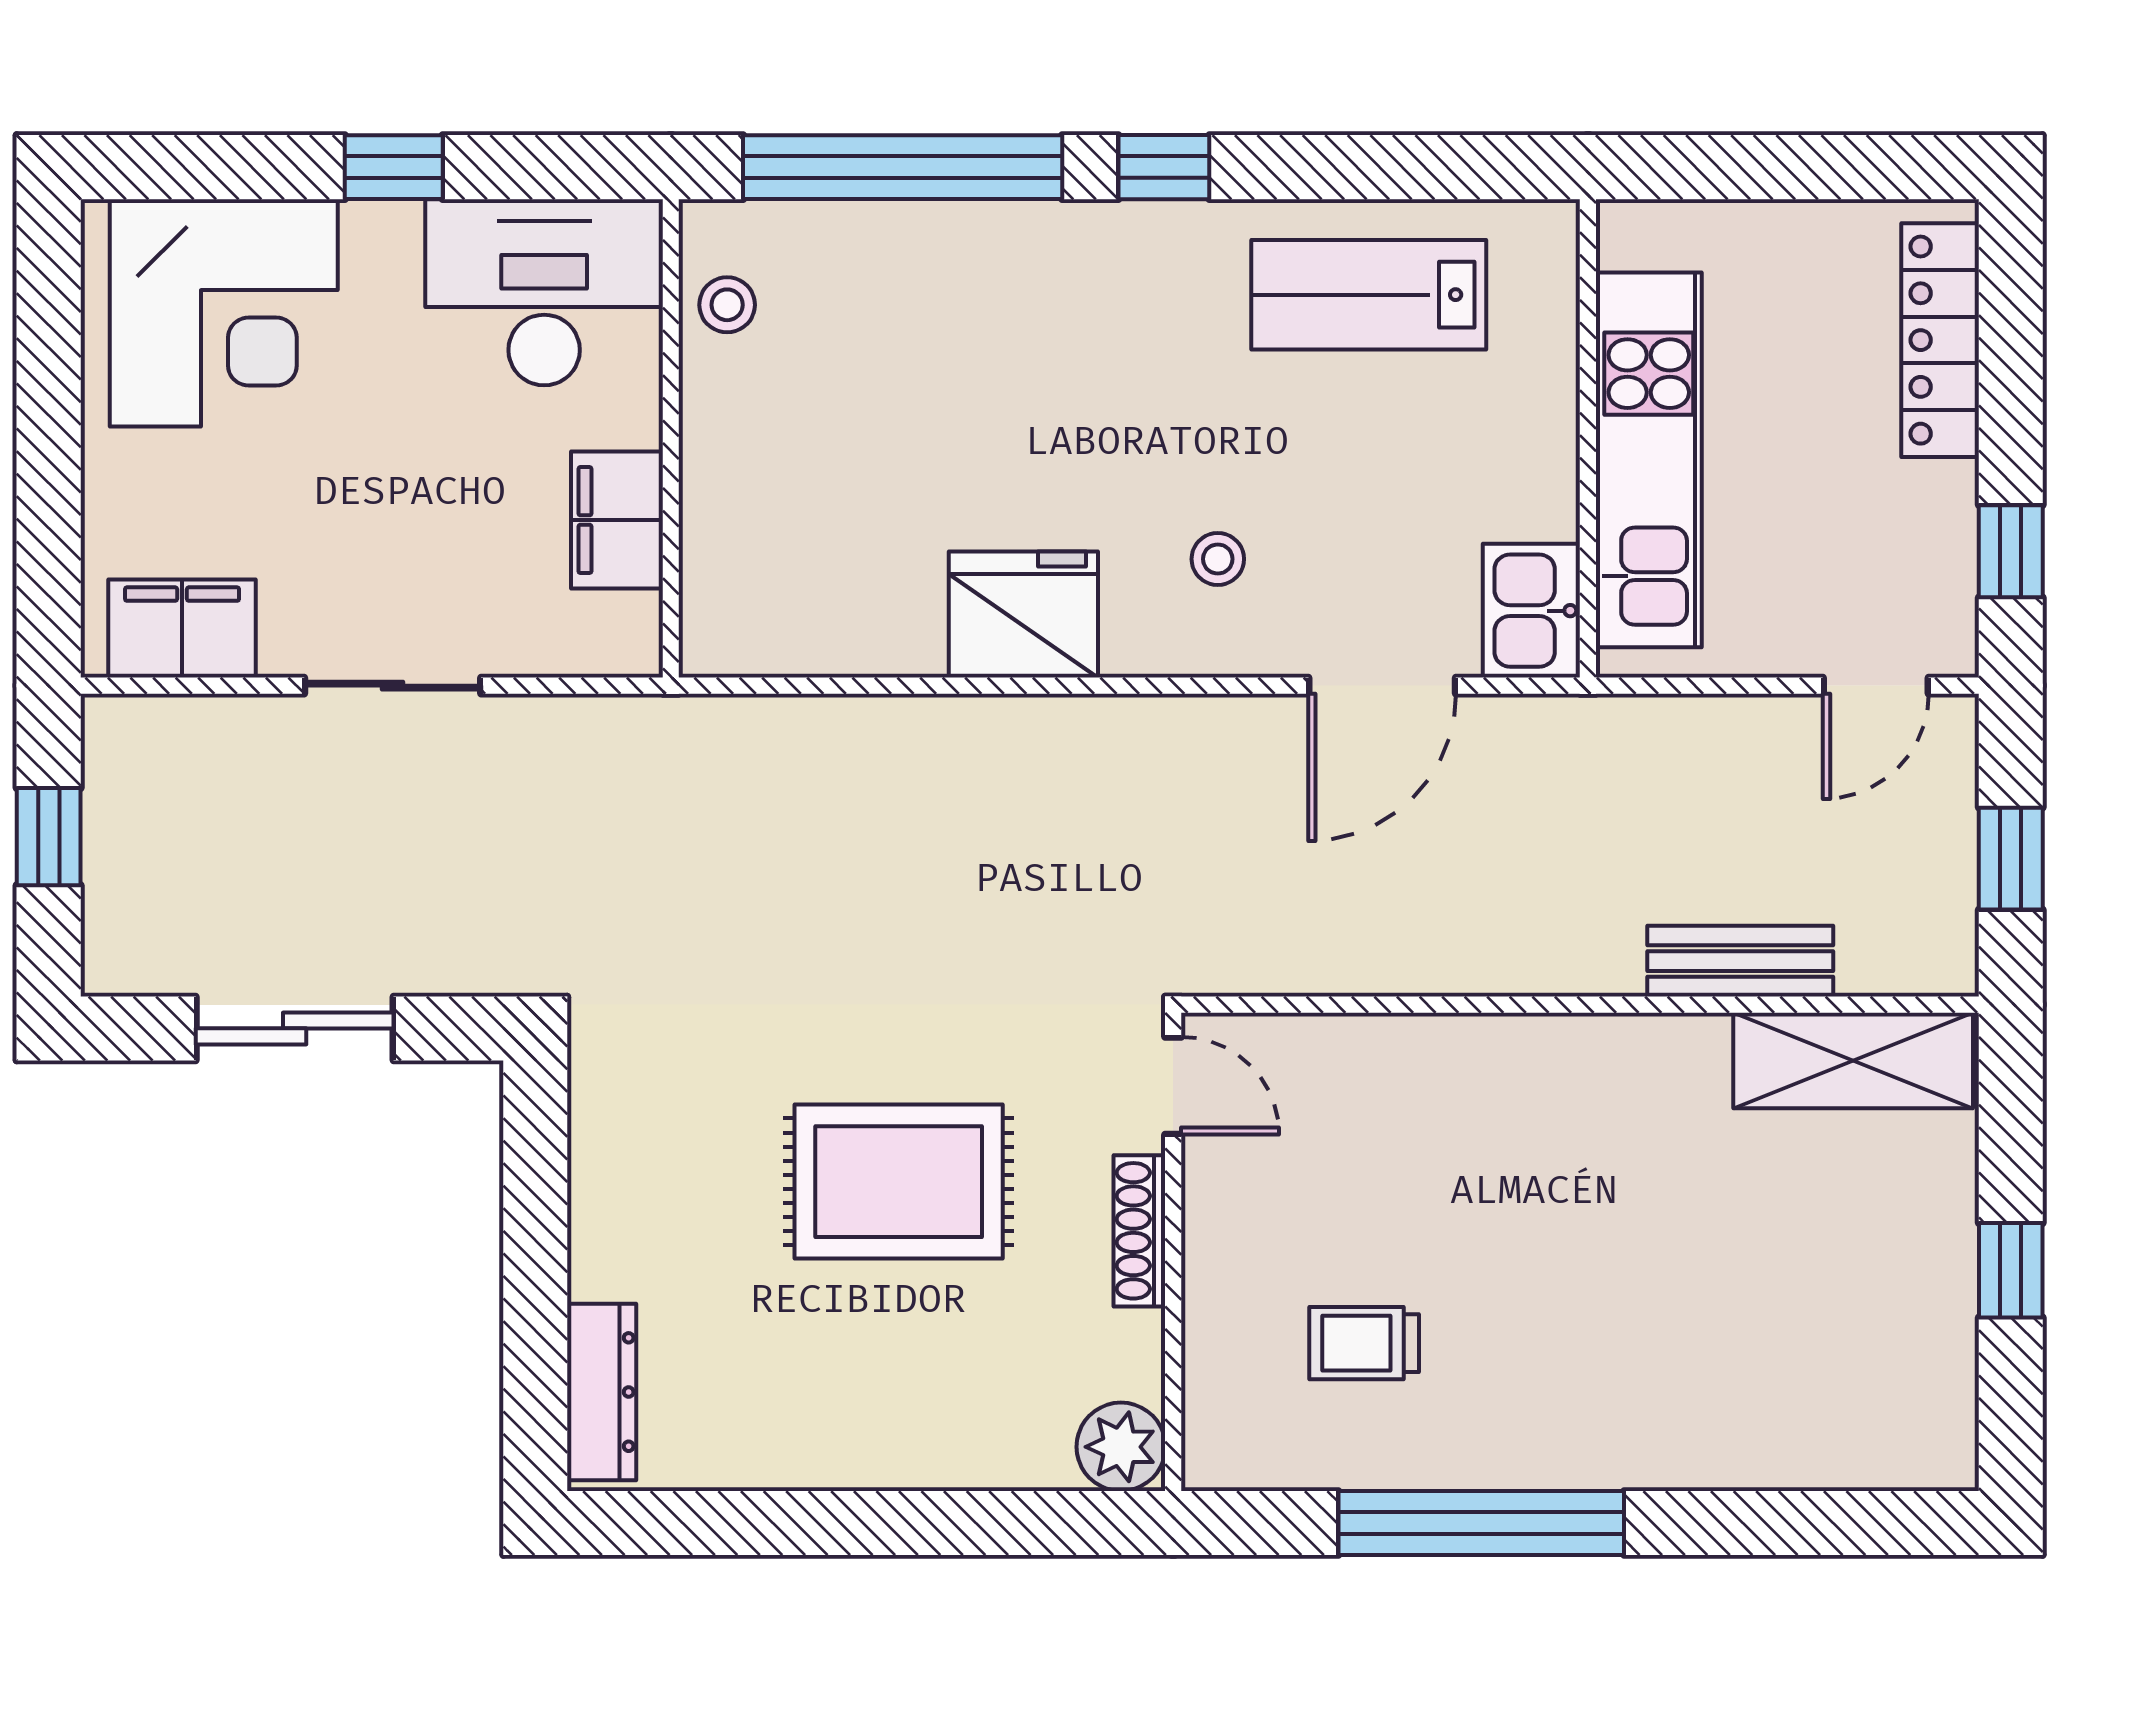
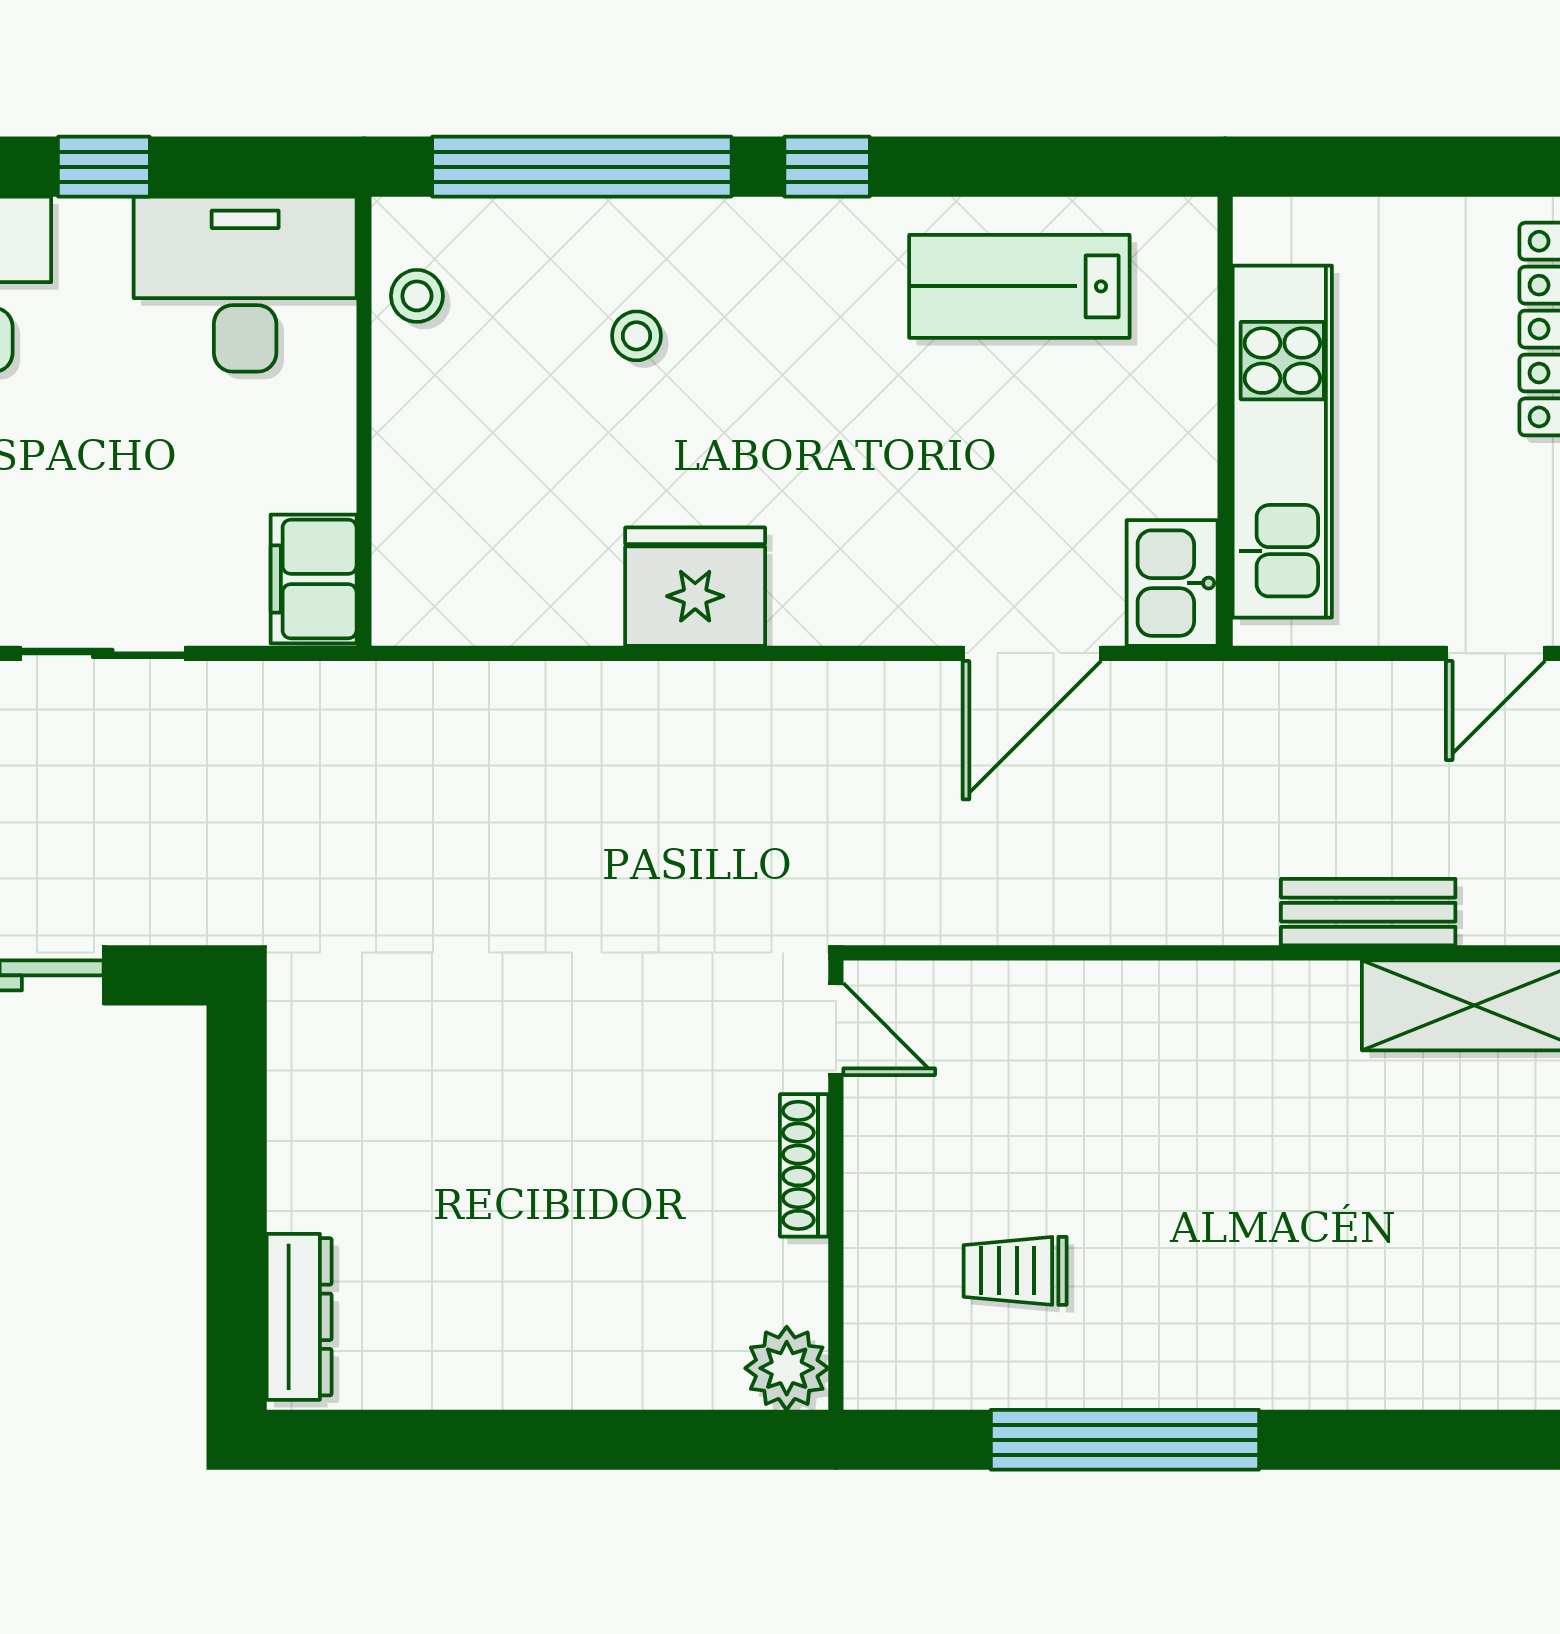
filing cabinet: (617, 520) -> (314, 579), moved
stool: (1218, 559) -> (637, 336), moved
rug: (899, 1182) -> (578, 1119), removed

